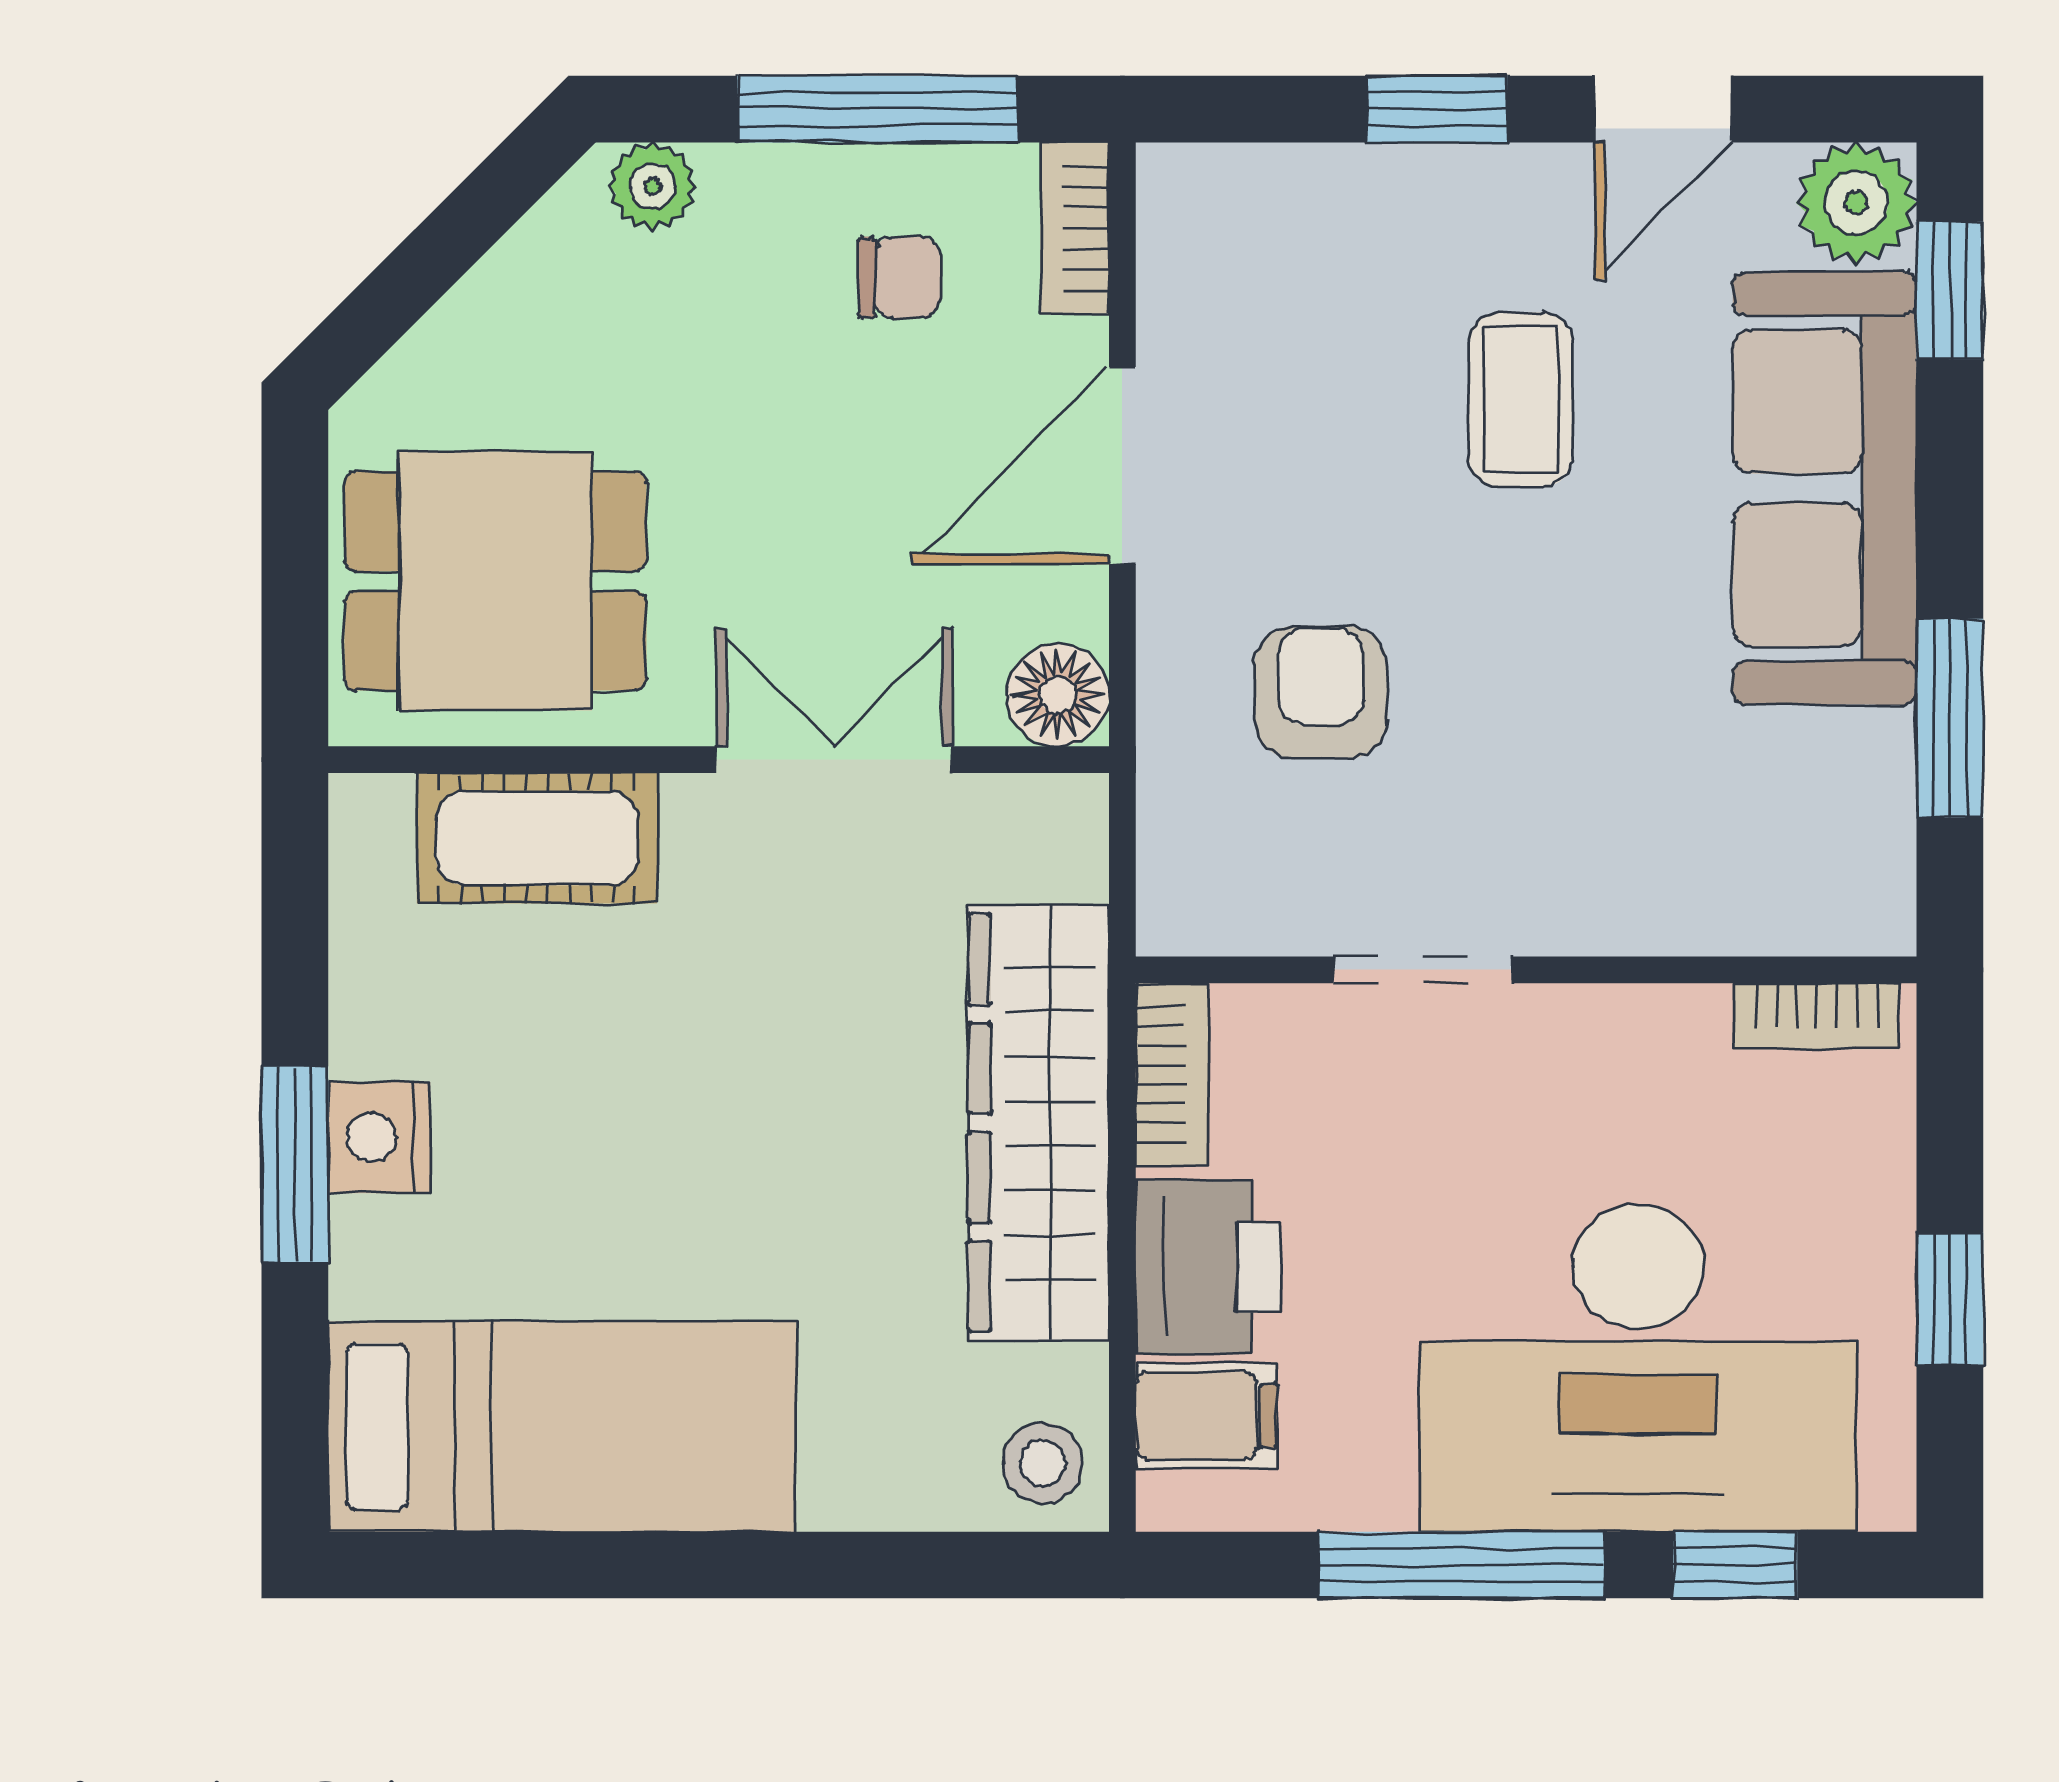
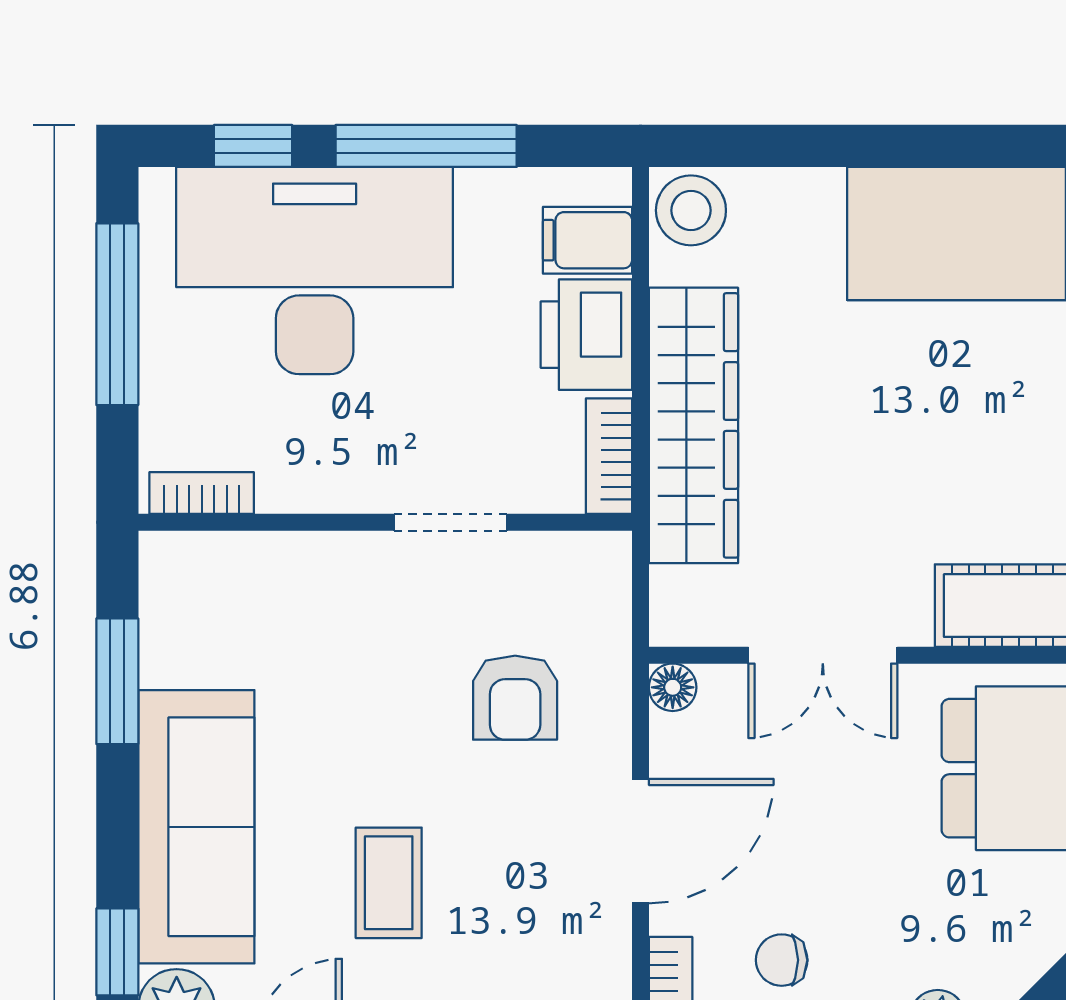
floor lamp: (1058, 695) -> (673, 687), width x0.73, depth x0.73
window: (1950, 1299) -> (117, 314), width x2.17
stool: (1043, 1463) -> (691, 210), width x1.37, depth x1.37

